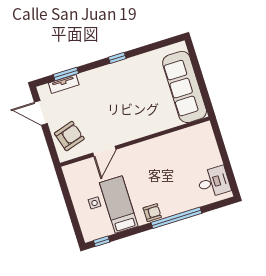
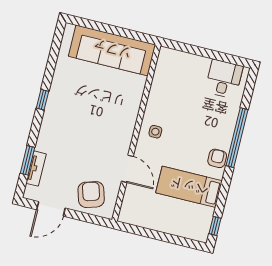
side table: (95, 203) -> (155, 132), moved

